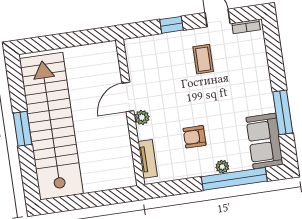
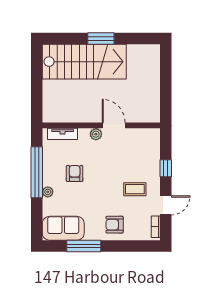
armchair: (251, 78) -> (115, 225), added
stairs: (51, 126) -> (84, 62), width x0.73
window: (234, 179) -> (37, 172), moved

